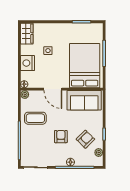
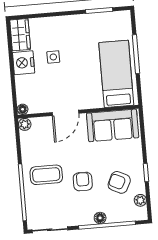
nightstand: (27, 63) -> (24, 63), moved
bed: (85, 66) -> (116, 74), width x0.67
door: (53, 89) -> (65, 113), hinge flipped
coffee table: (35, 118) -> (46, 175), moved
armchair: (85, 139) -> (119, 182), turned -109

